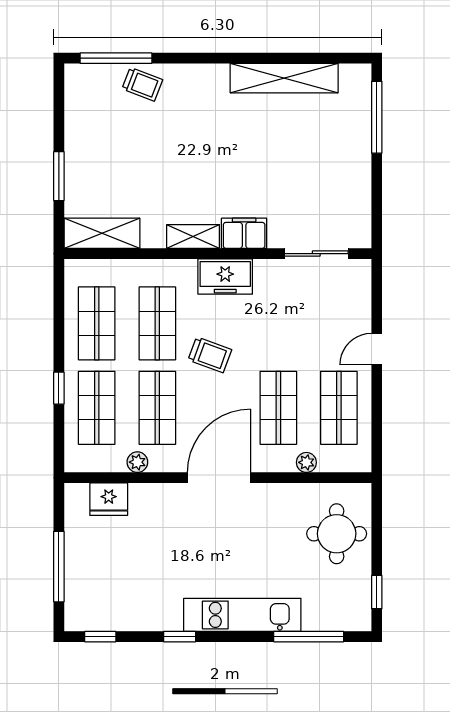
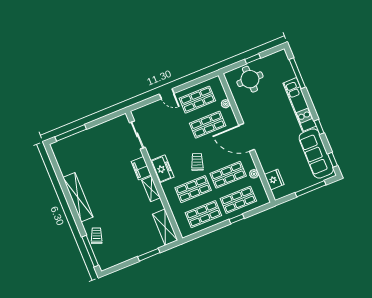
shelving: (284, 78) -> (78, 197), moved
window: (377, 592) -> (253, 59), moved
sofa: (127, 608) -> (316, 153), added

